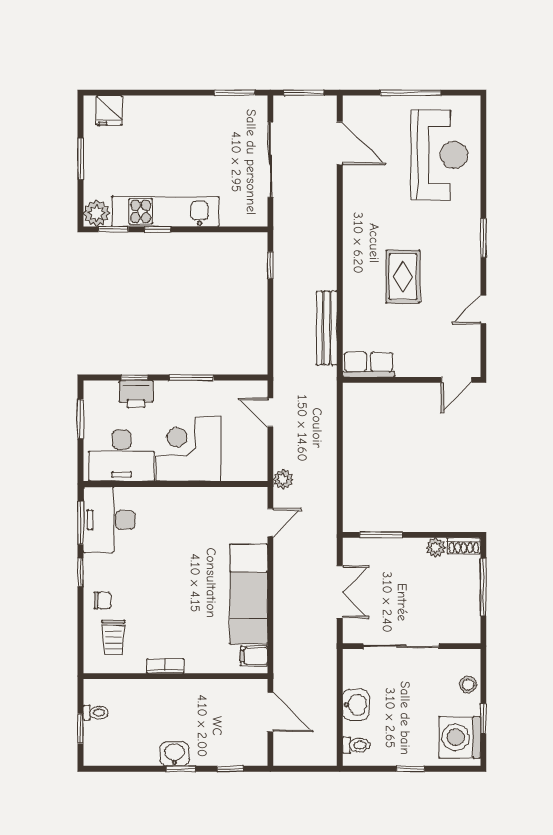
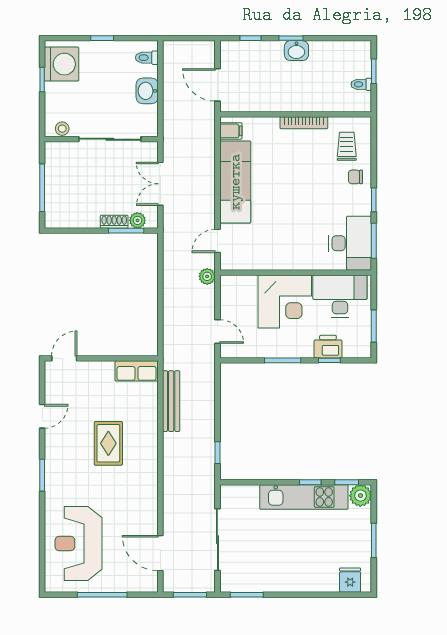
shoe rack: (464, 546) -> (114, 222), moved
plant: (436, 547) -> (137, 220), moved
bookcase: (165, 666) -> (304, 123), width x1.56
stool: (468, 685) -> (62, 129), moved

